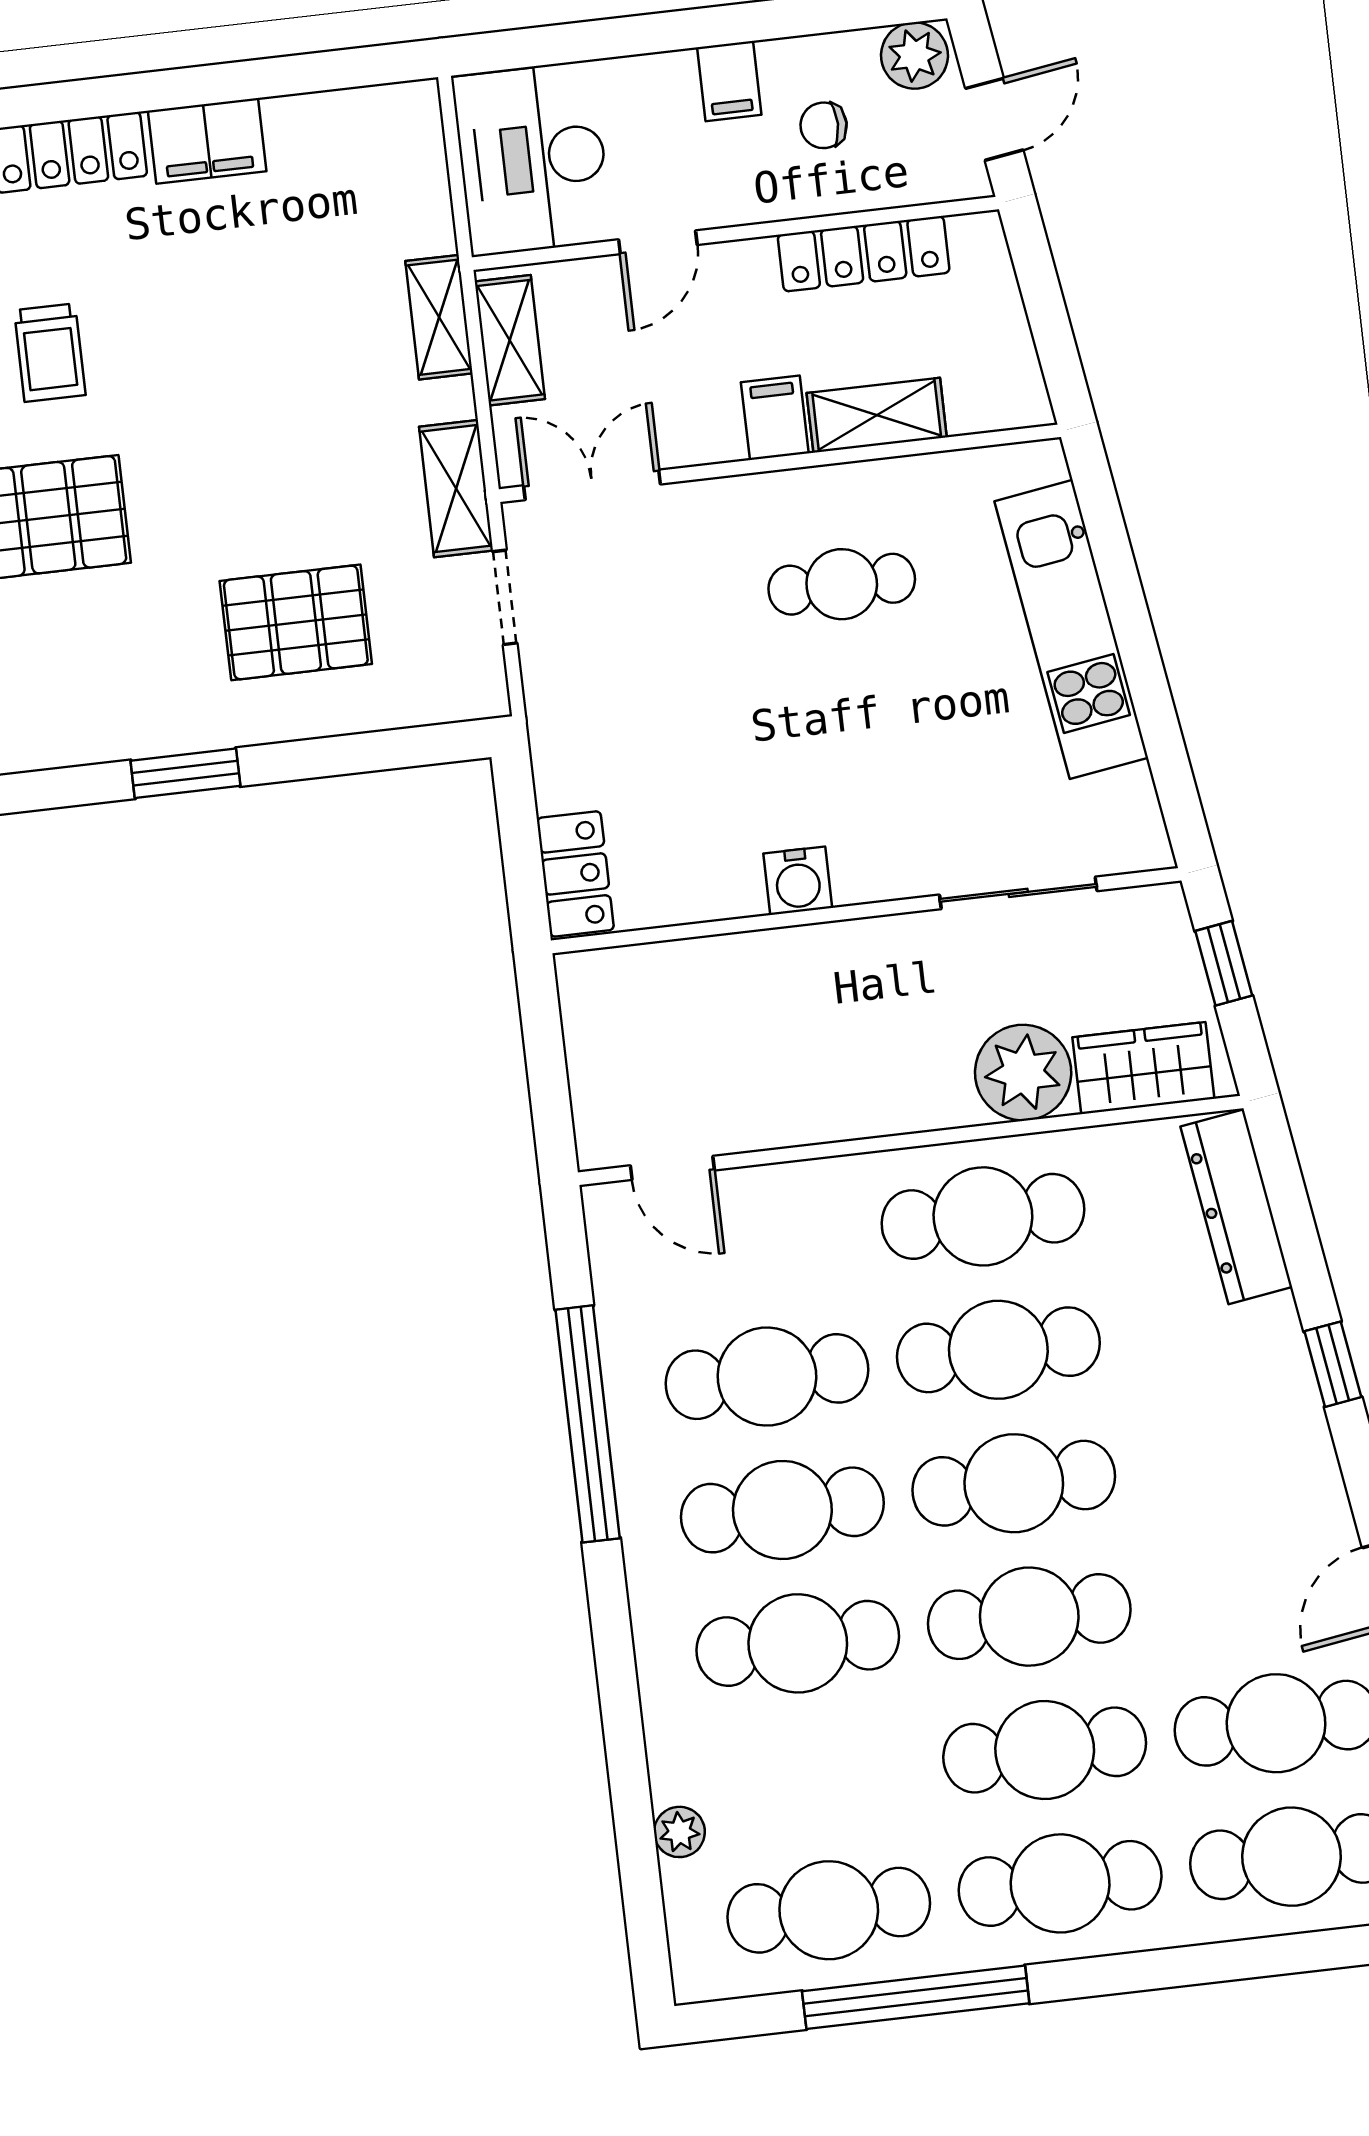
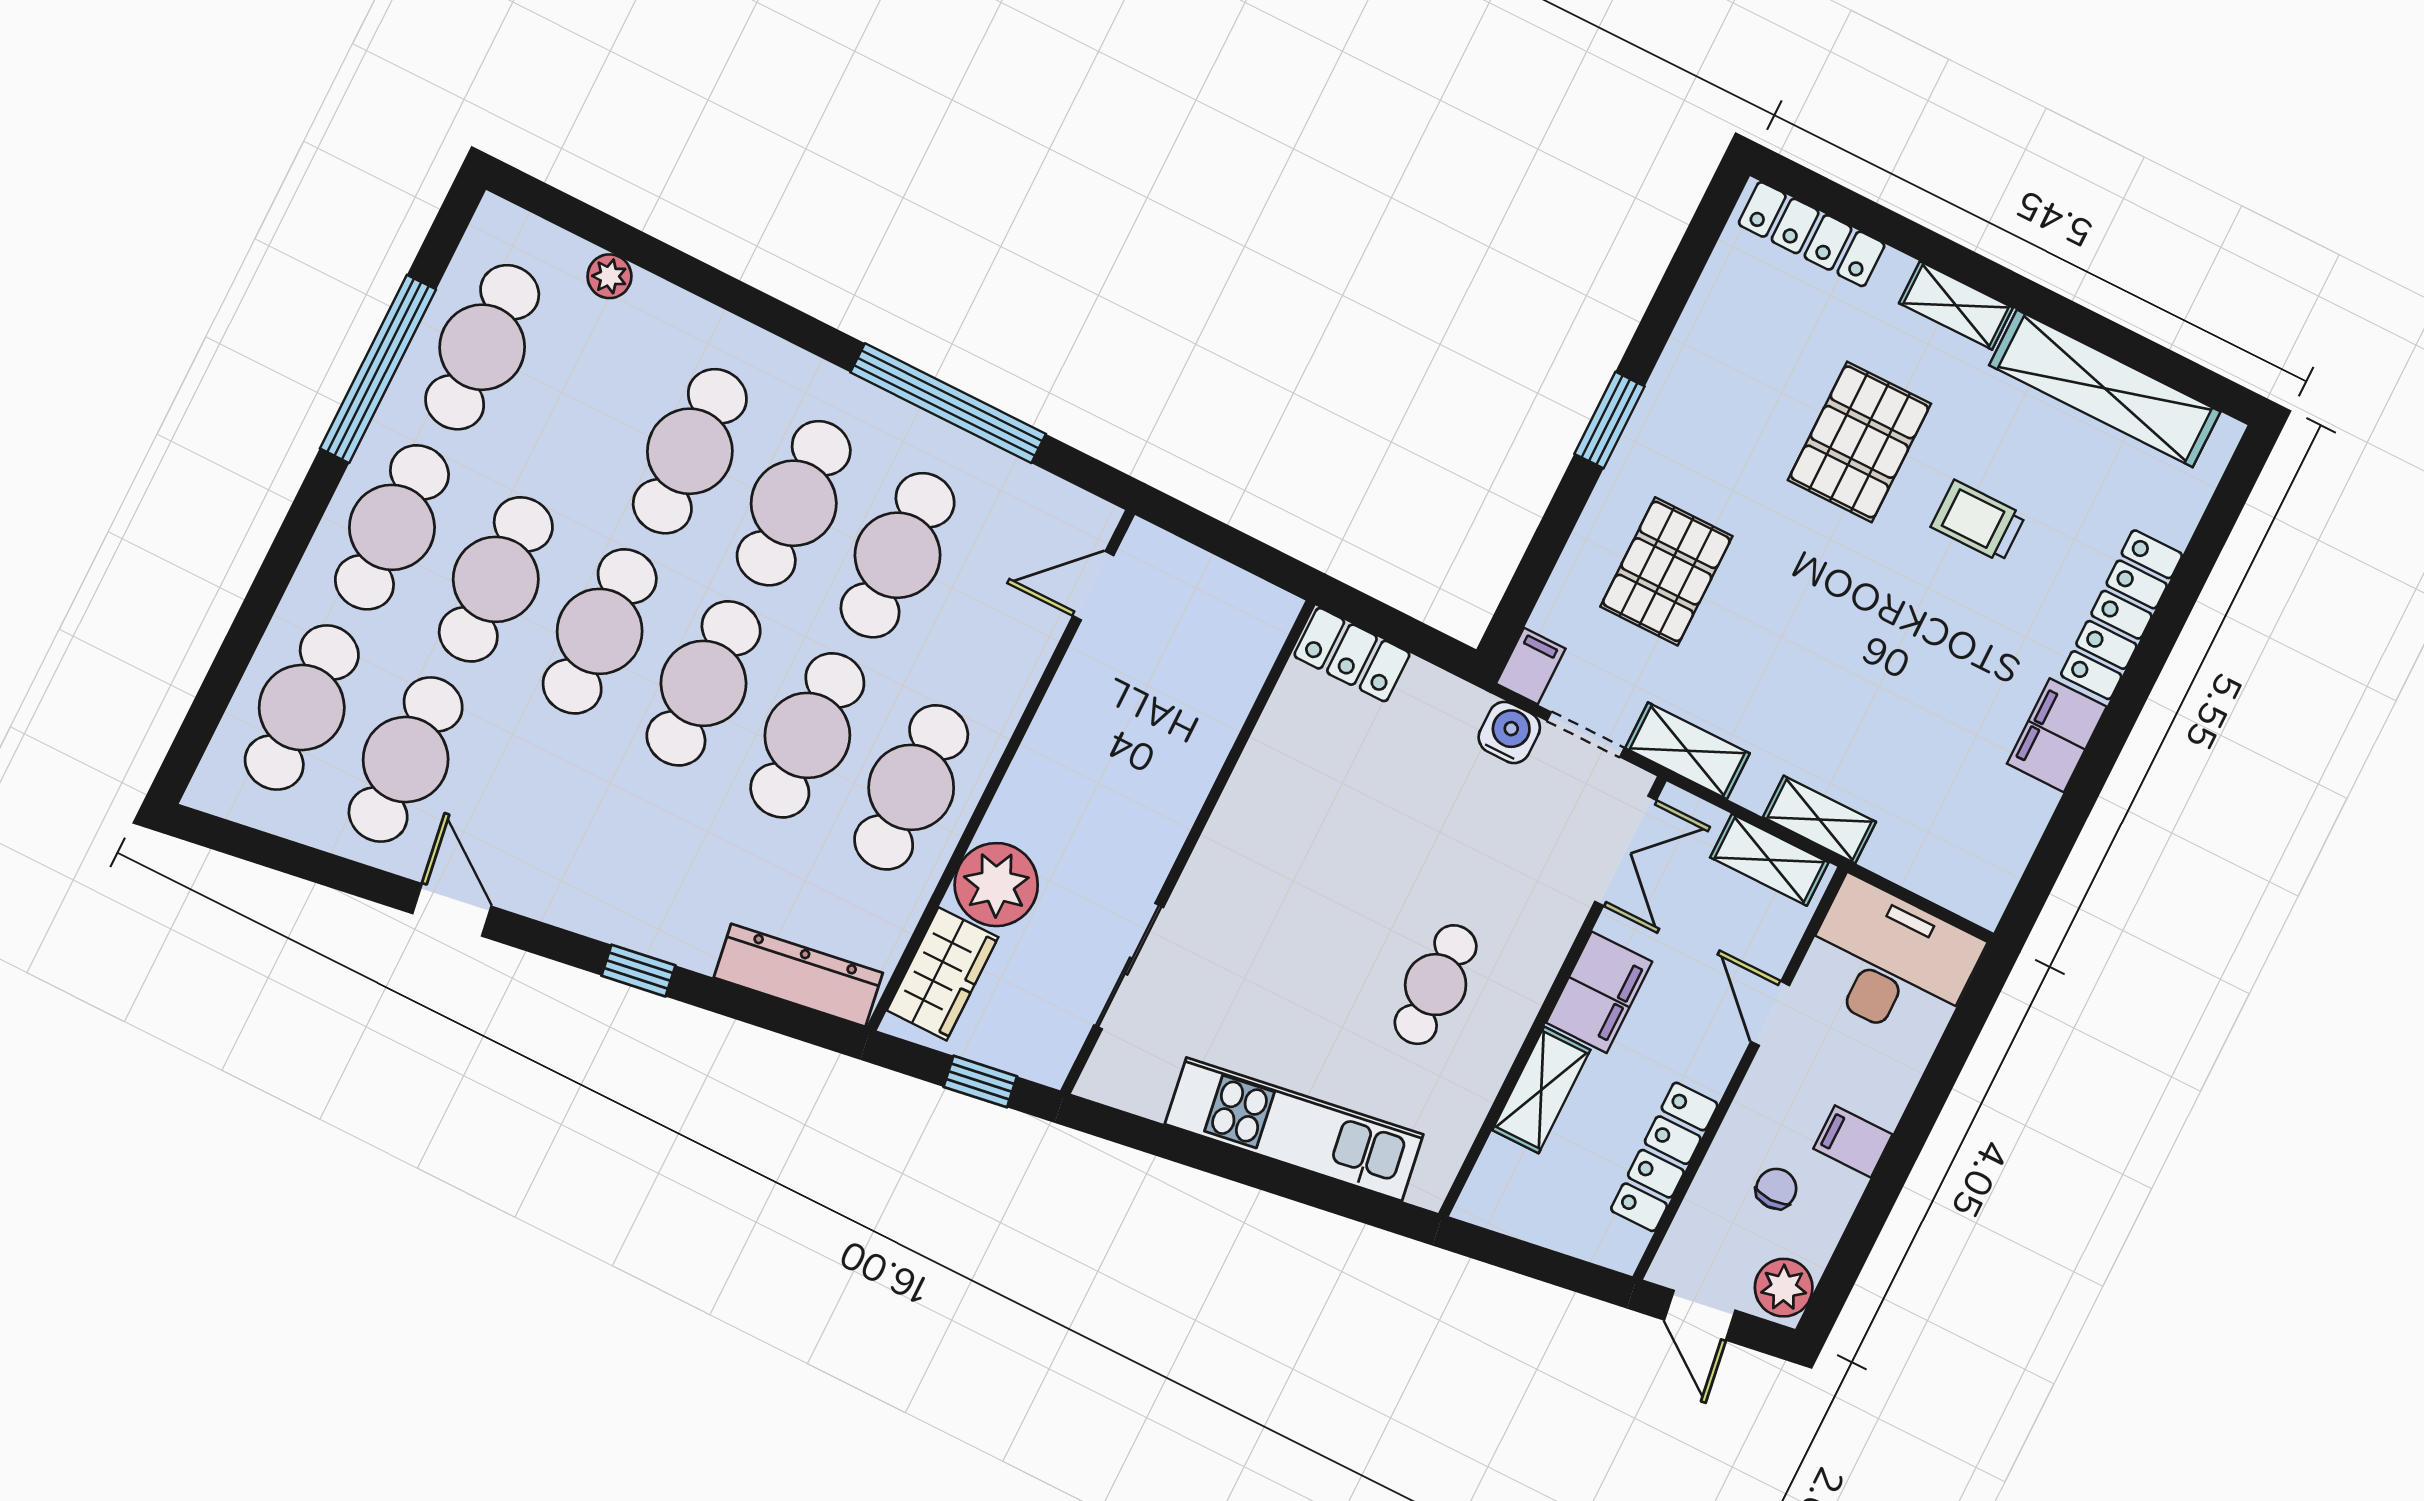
filing cabinet: (775, 418) -> (1599, 992), width x2.00
filing cabinet: (473, 694) -> (1531, 666), added
water cooler: (798, 881) -> (1509, 732), moved, turned 90

